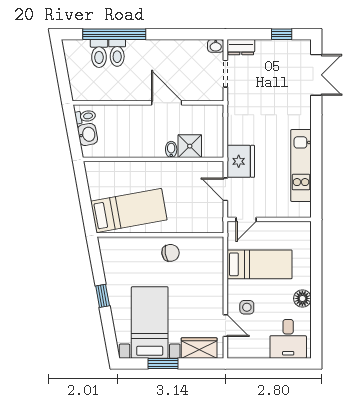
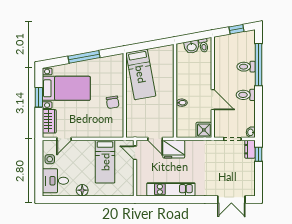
window: (282, 34) -> (259, 154), moved
toilet: (99, 53) -> (246, 95), moved
window: (61, 67) -> (236, 29), added
door: (167, 103) -> (213, 100), hinge flipped
shower: (190, 146) -> (204, 130), moved
door: (225, 189) -> (155, 139), swing flipped
window: (103, 296) -> (84, 57), width x2.17
side table: (247, 307) -> (50, 159), moved

